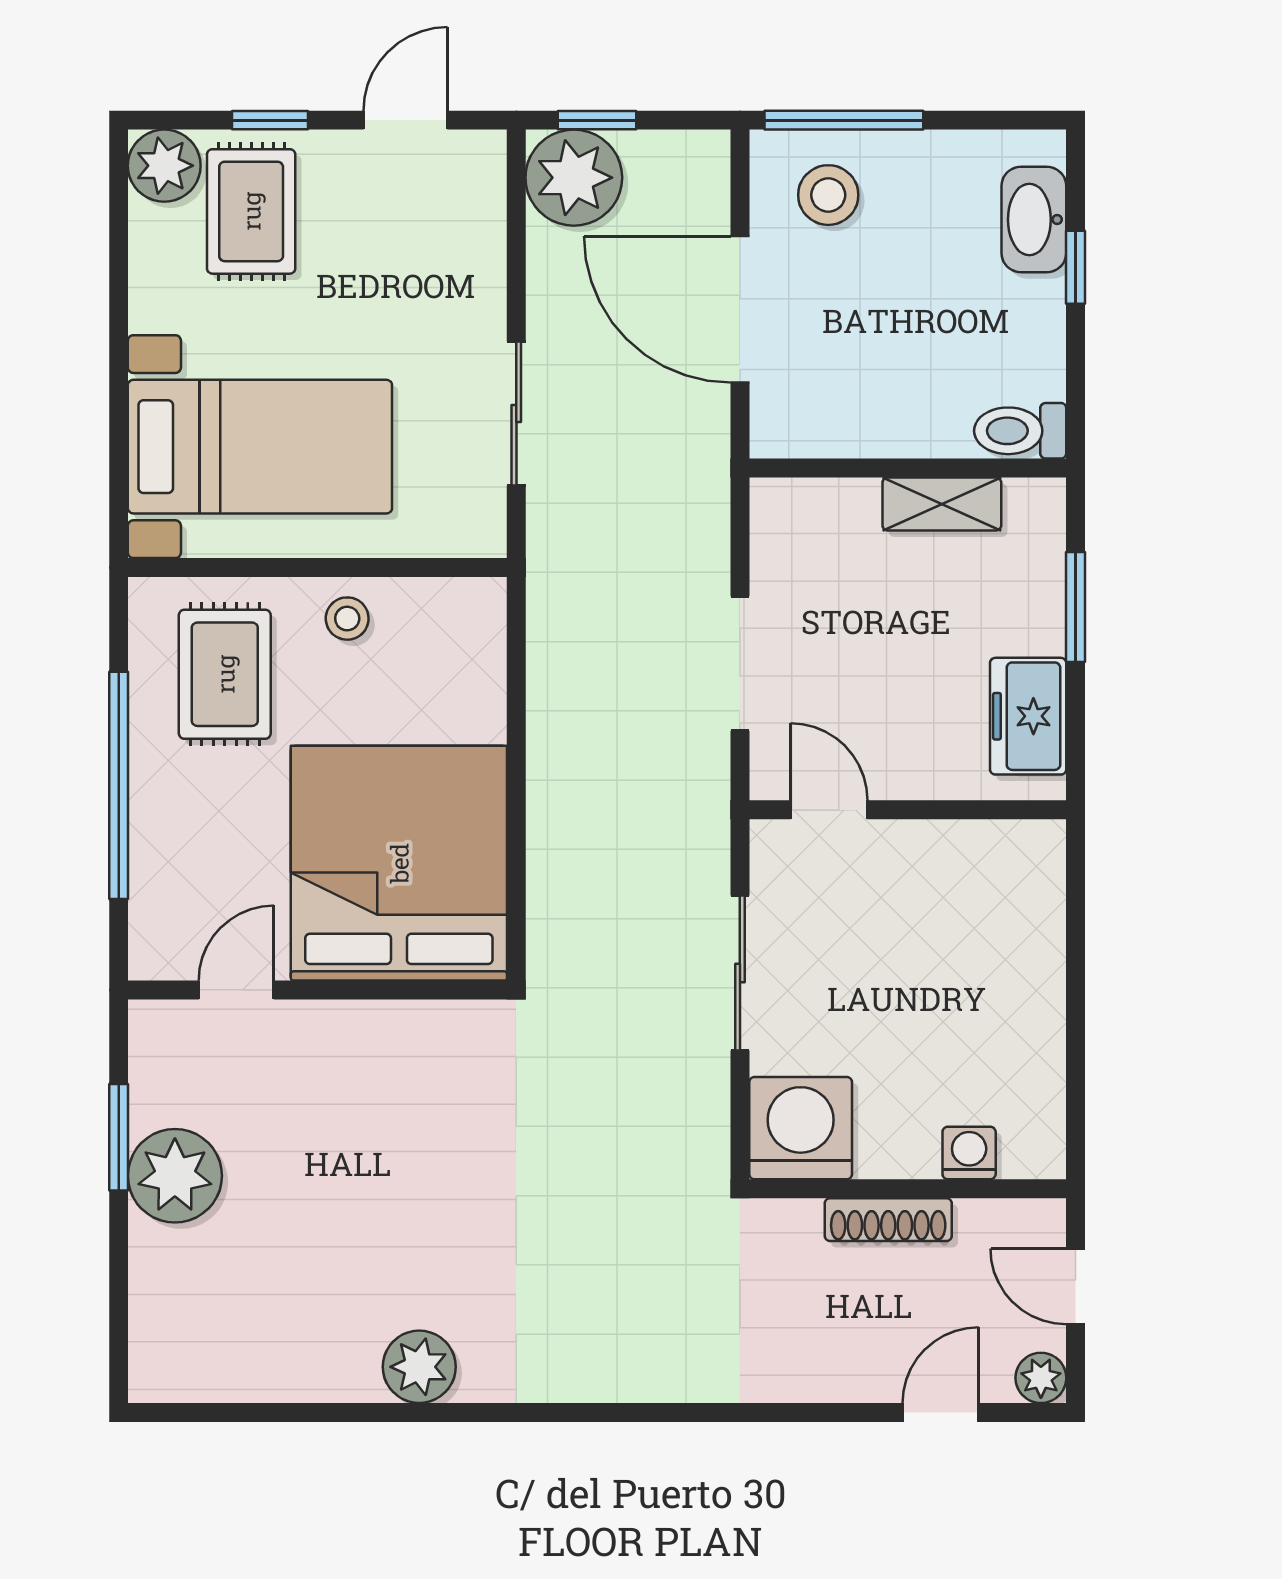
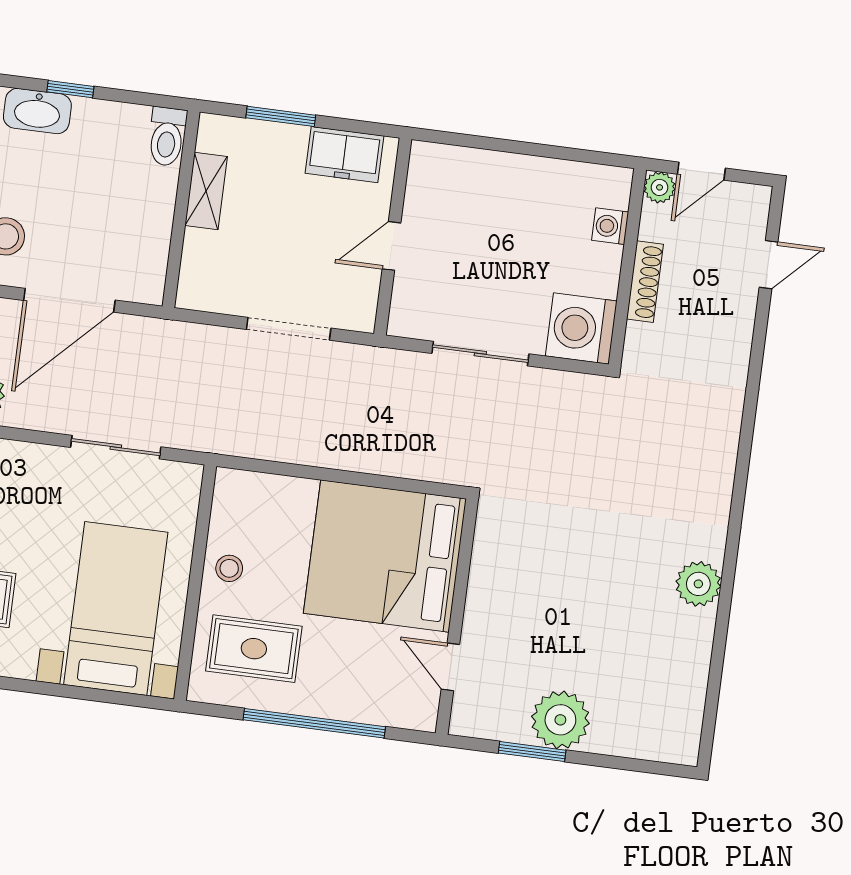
door: (829, 810) -> (392, 246), moved
plant: (1041, 1378) -> (660, 187), moved
door: (941, 1412) -> (769, 265), swing flipped

